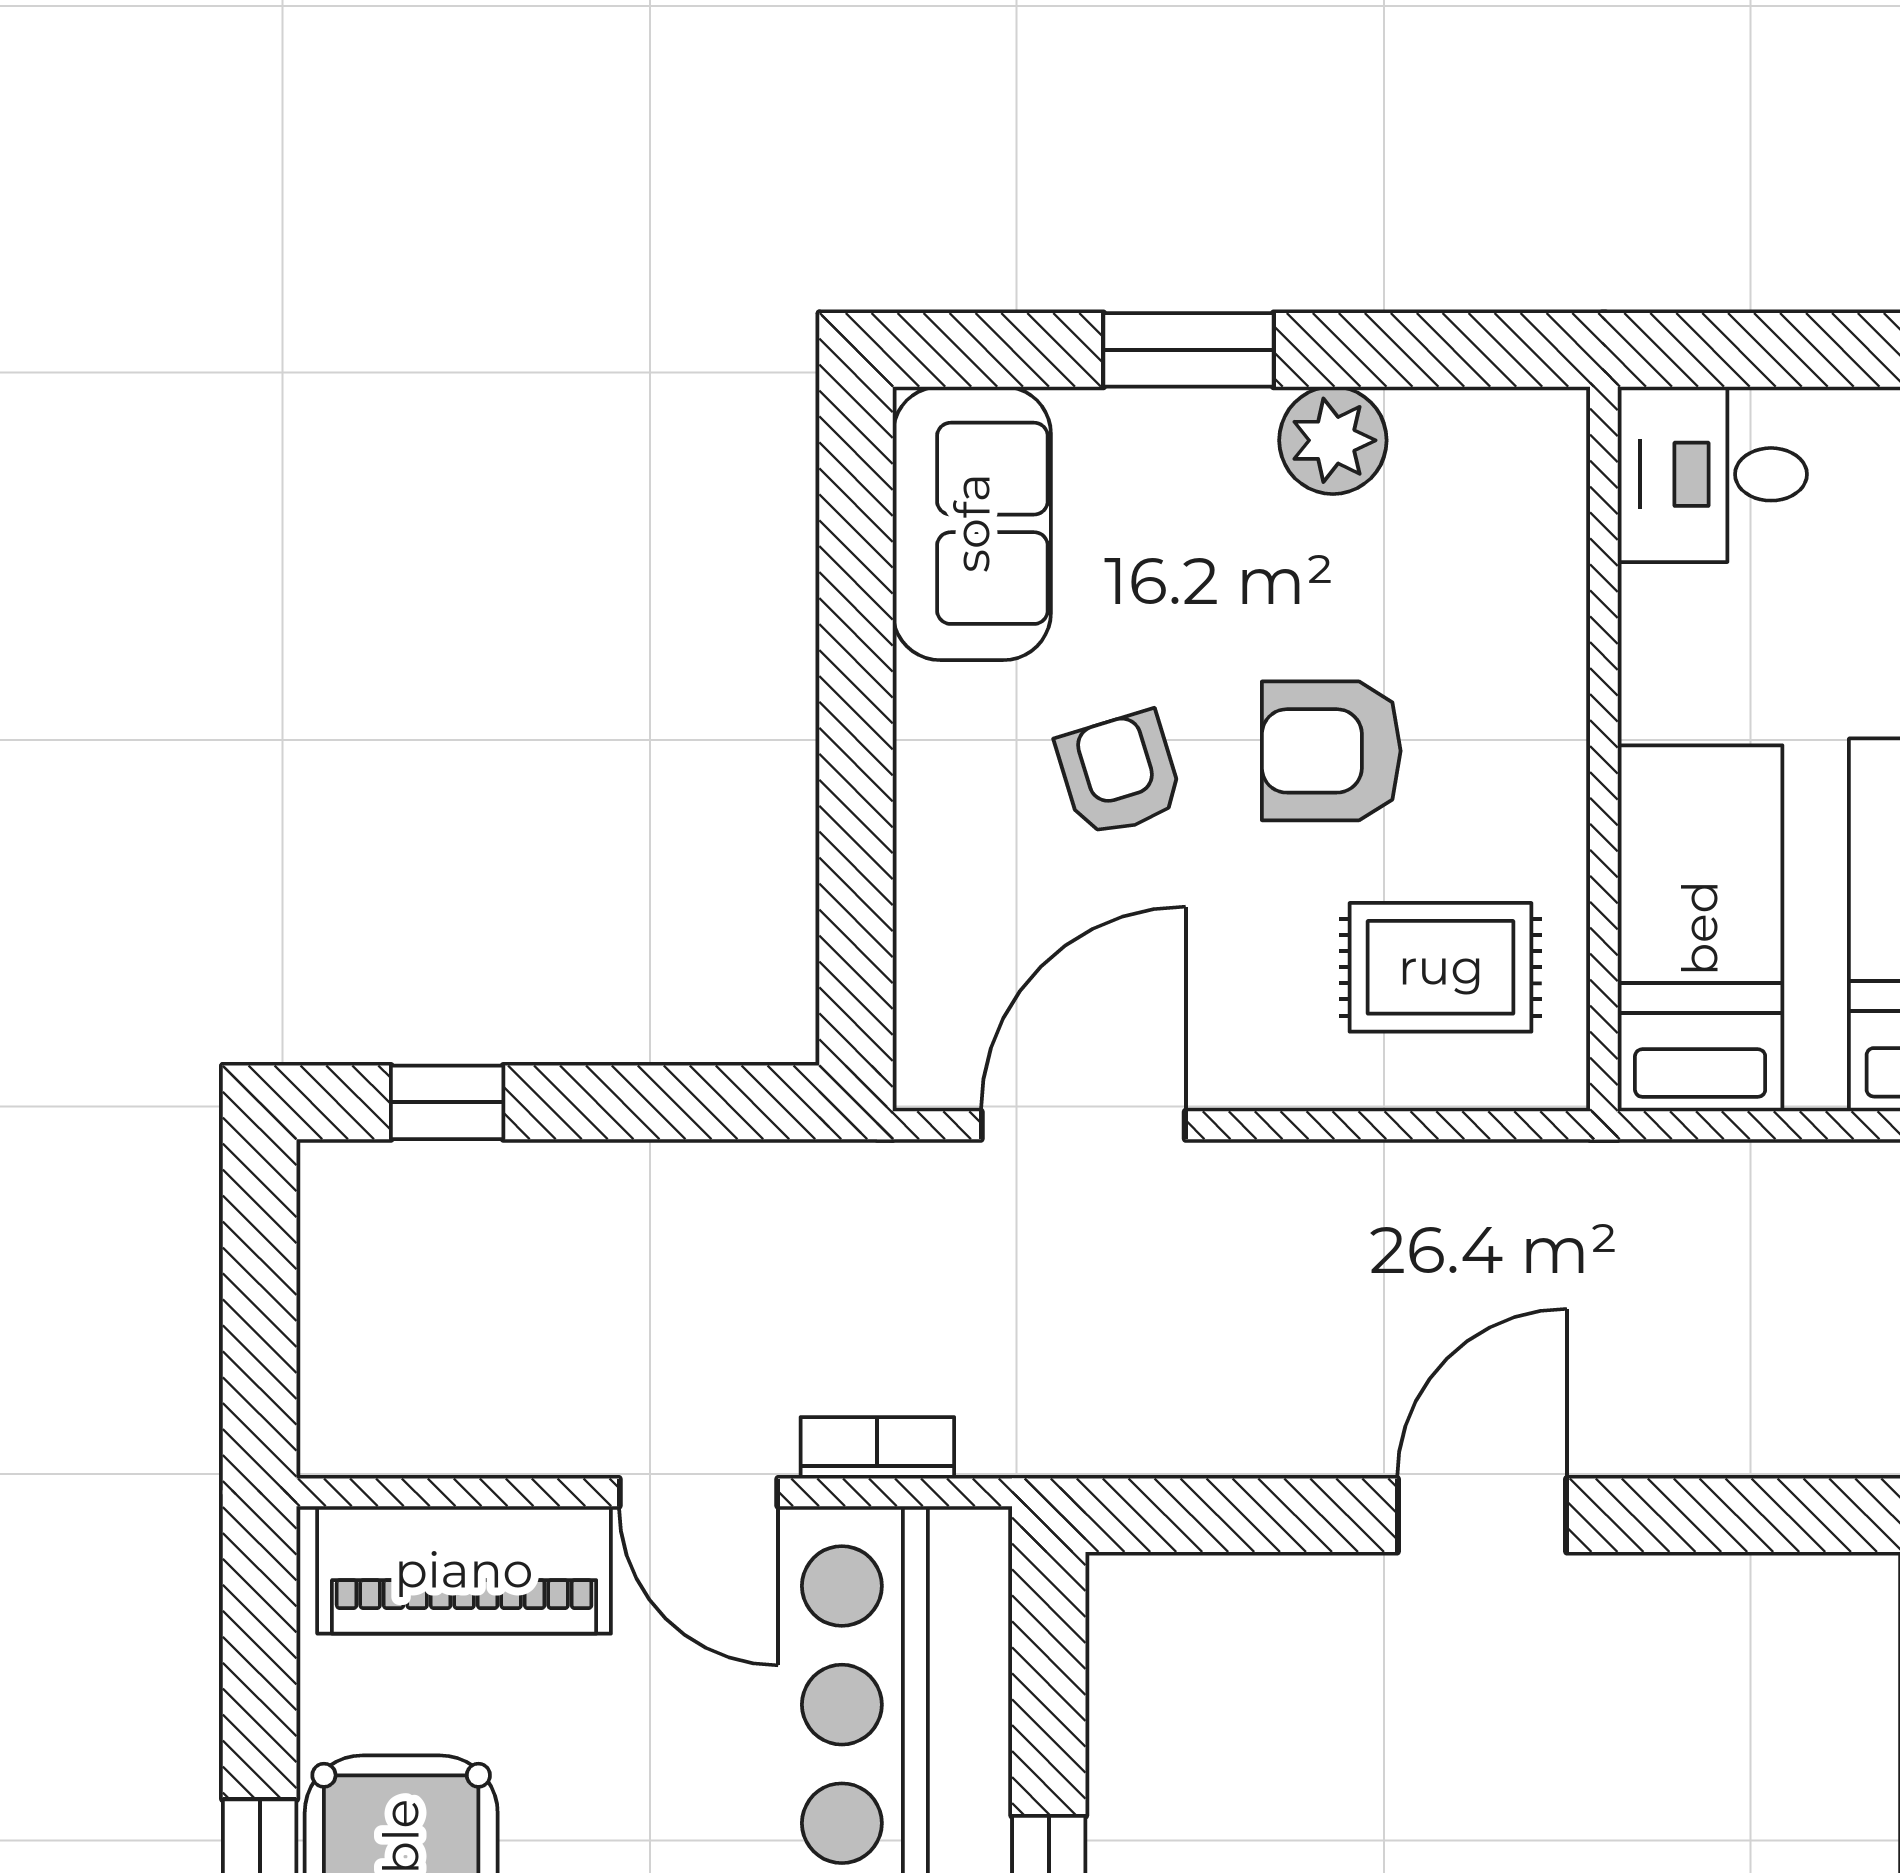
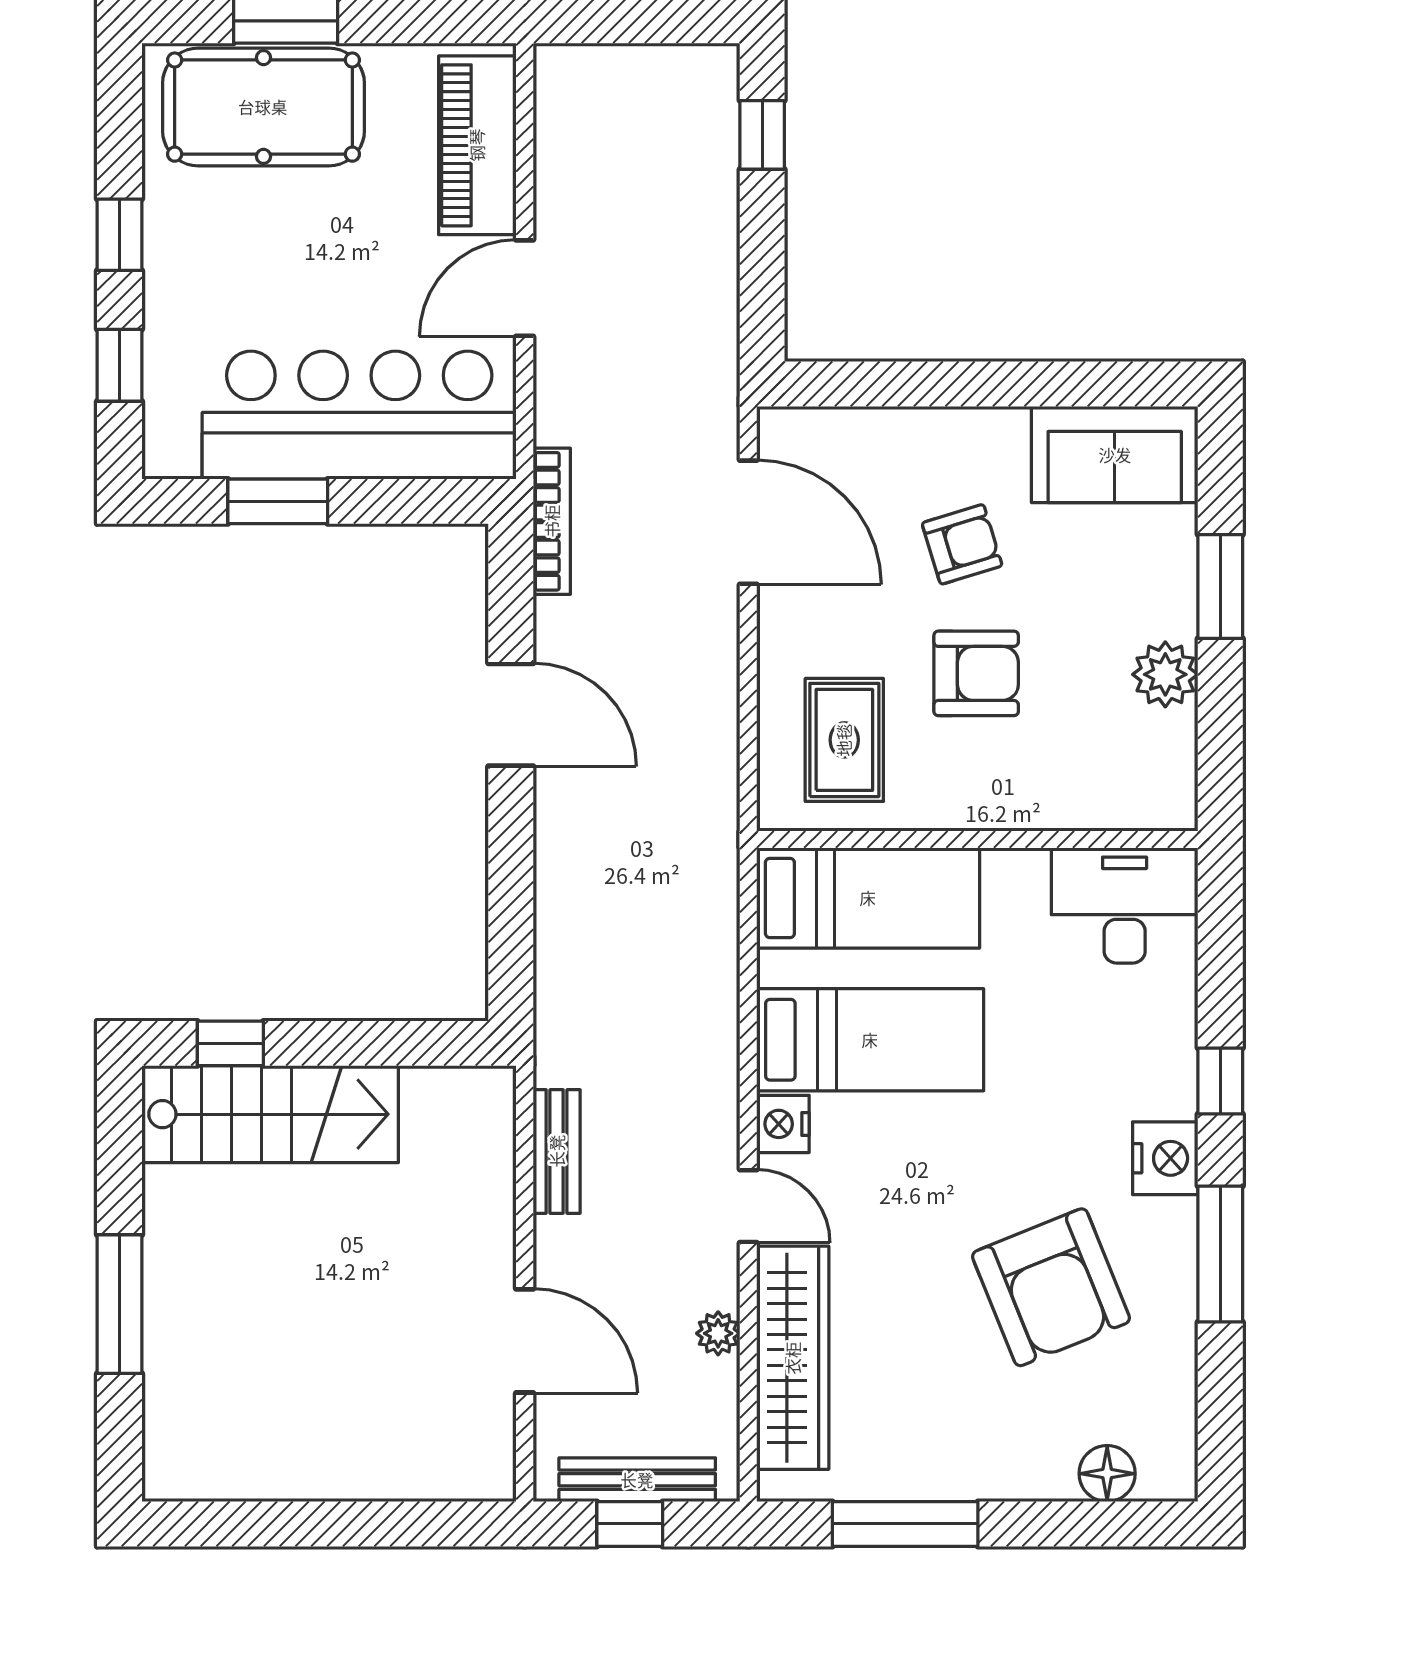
desk: (1712, 474) -> (1125, 905), width x1.37
armchair: (1331, 751) -> (976, 673), turned 90
bookcase: (877, 1448) -> (552, 521), moved, width x1.56
door: (1482, 1515) -> (511, 715), moved

